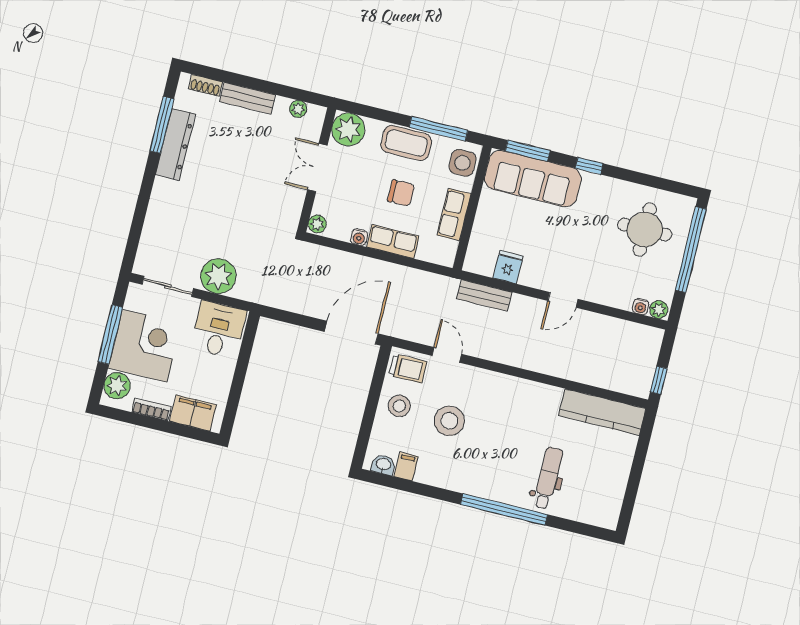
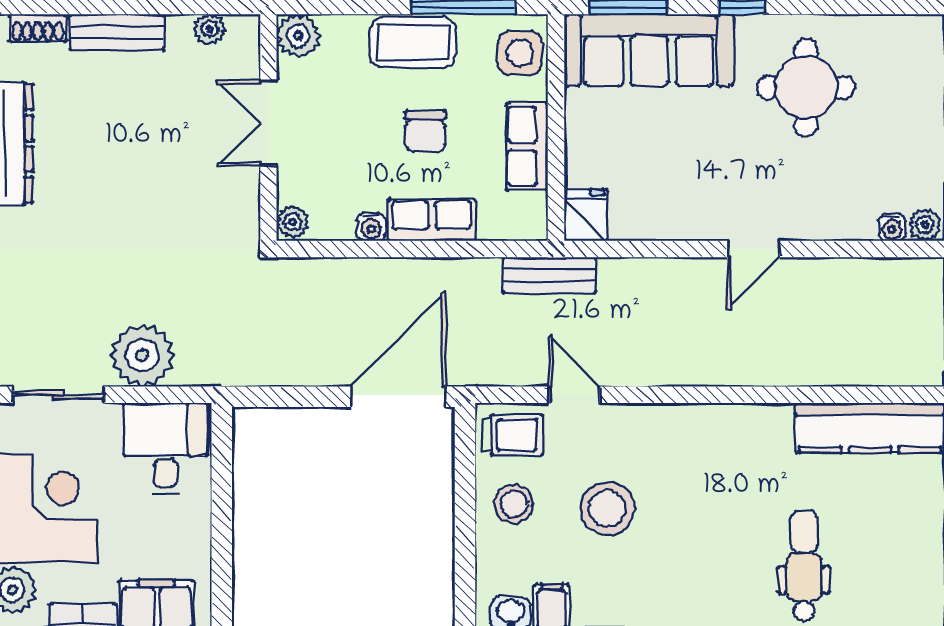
plant: (348, 129) -> (298, 36), width x0.73, depth x0.73
chair: (401, 193) -> (425, 132), turned 90
round table: (645, 230) -> (806, 87), moved
fridge: (508, 267) -> (586, 215), moved
bench: (484, 296) -> (549, 275), moved

